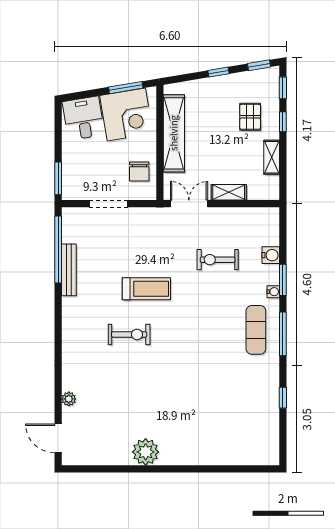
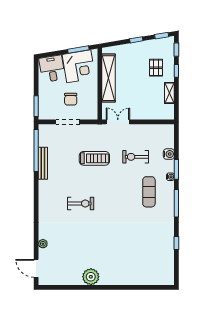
chair: (139, 172) -> (71, 99), moved
shelving: (229, 192) -> (143, 115), removed
treadmill: (146, 289) -> (94, 158), moved
exercise mat: (256, 330) -> (149, 192), moved

